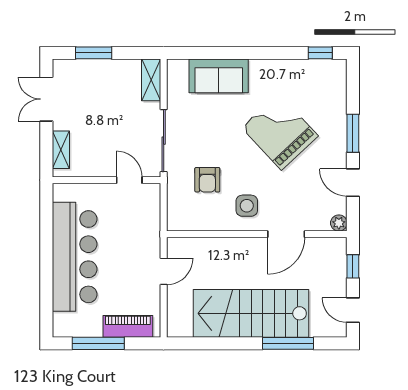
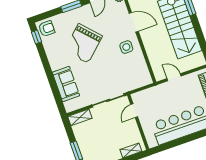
armchair: (207, 180) -> (47, 29), moved

